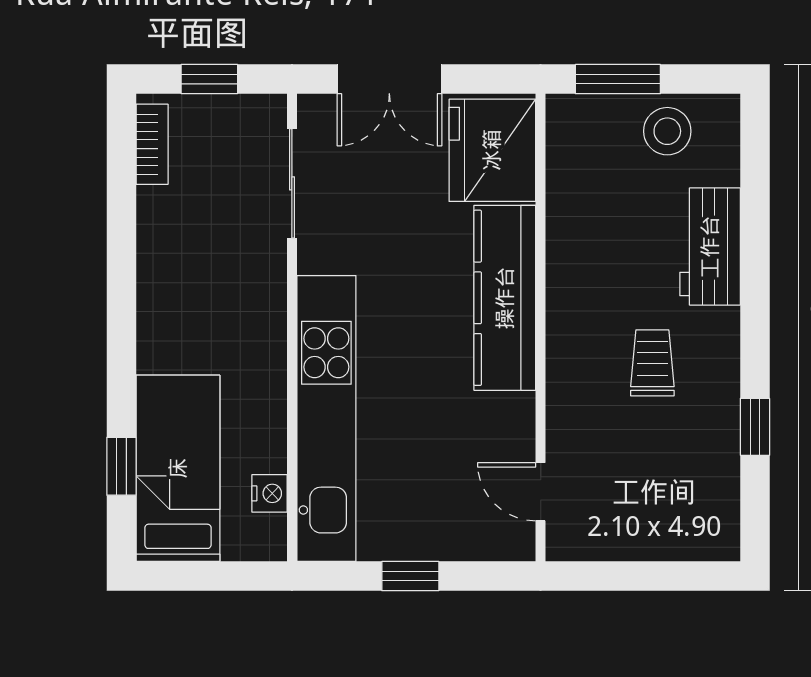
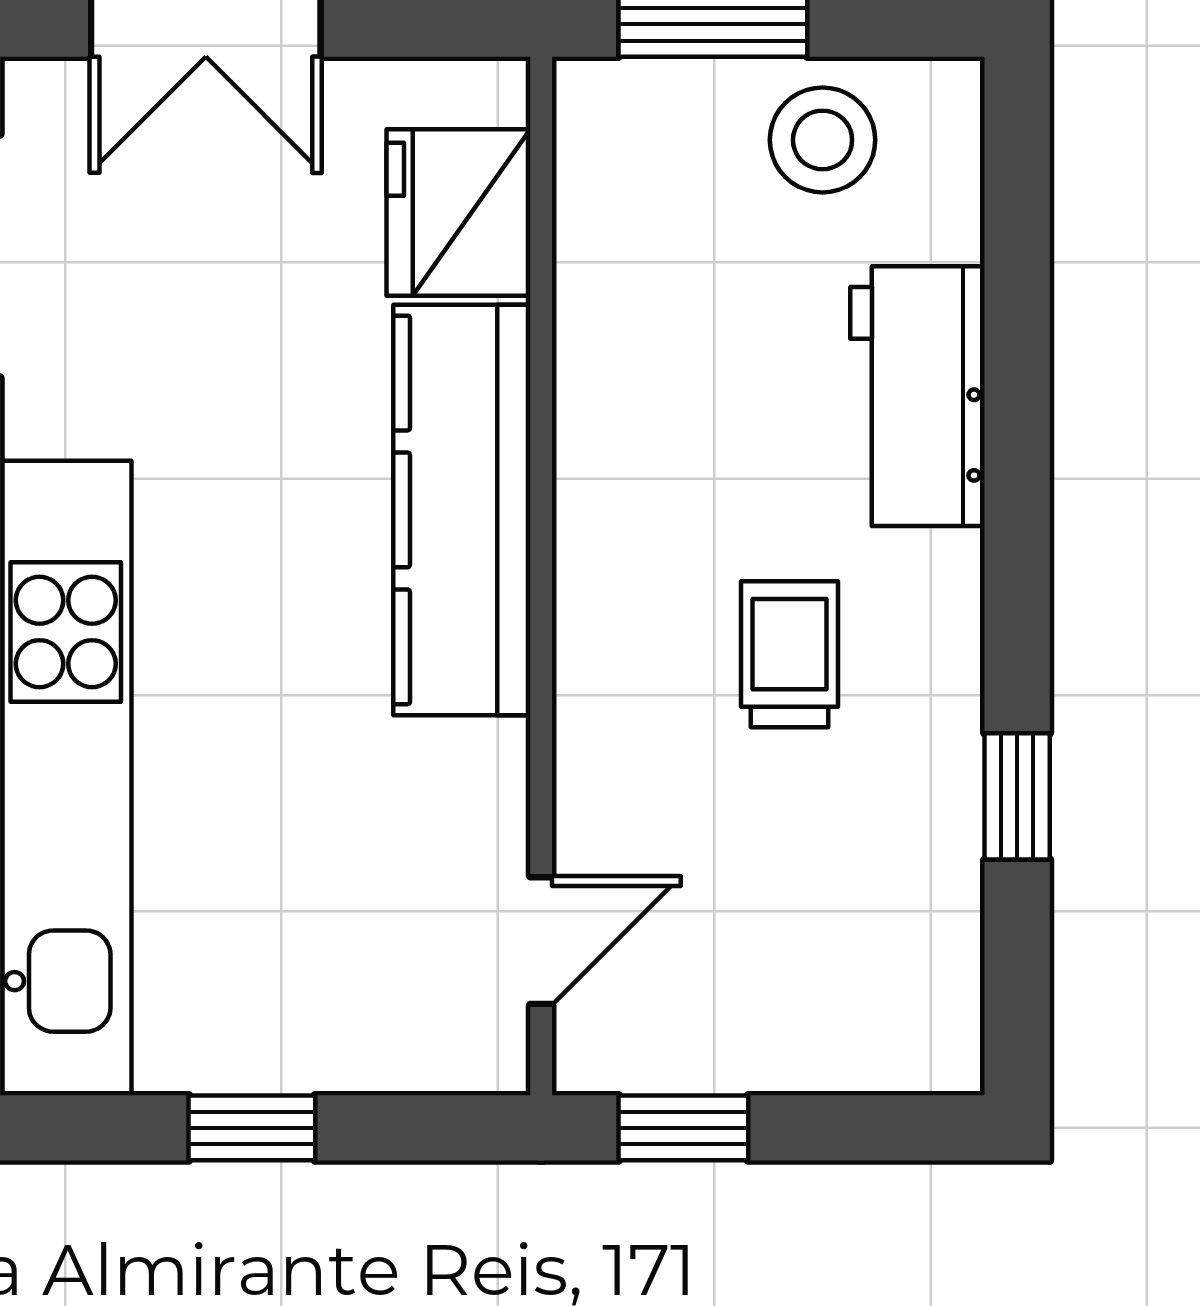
fridge: (492, 150) -> (458, 213), width x0.73, depth x0.75
door: (541, 492) -> (541, 941), swing flipped
window: (605, 576) -> (683, 1128), added

